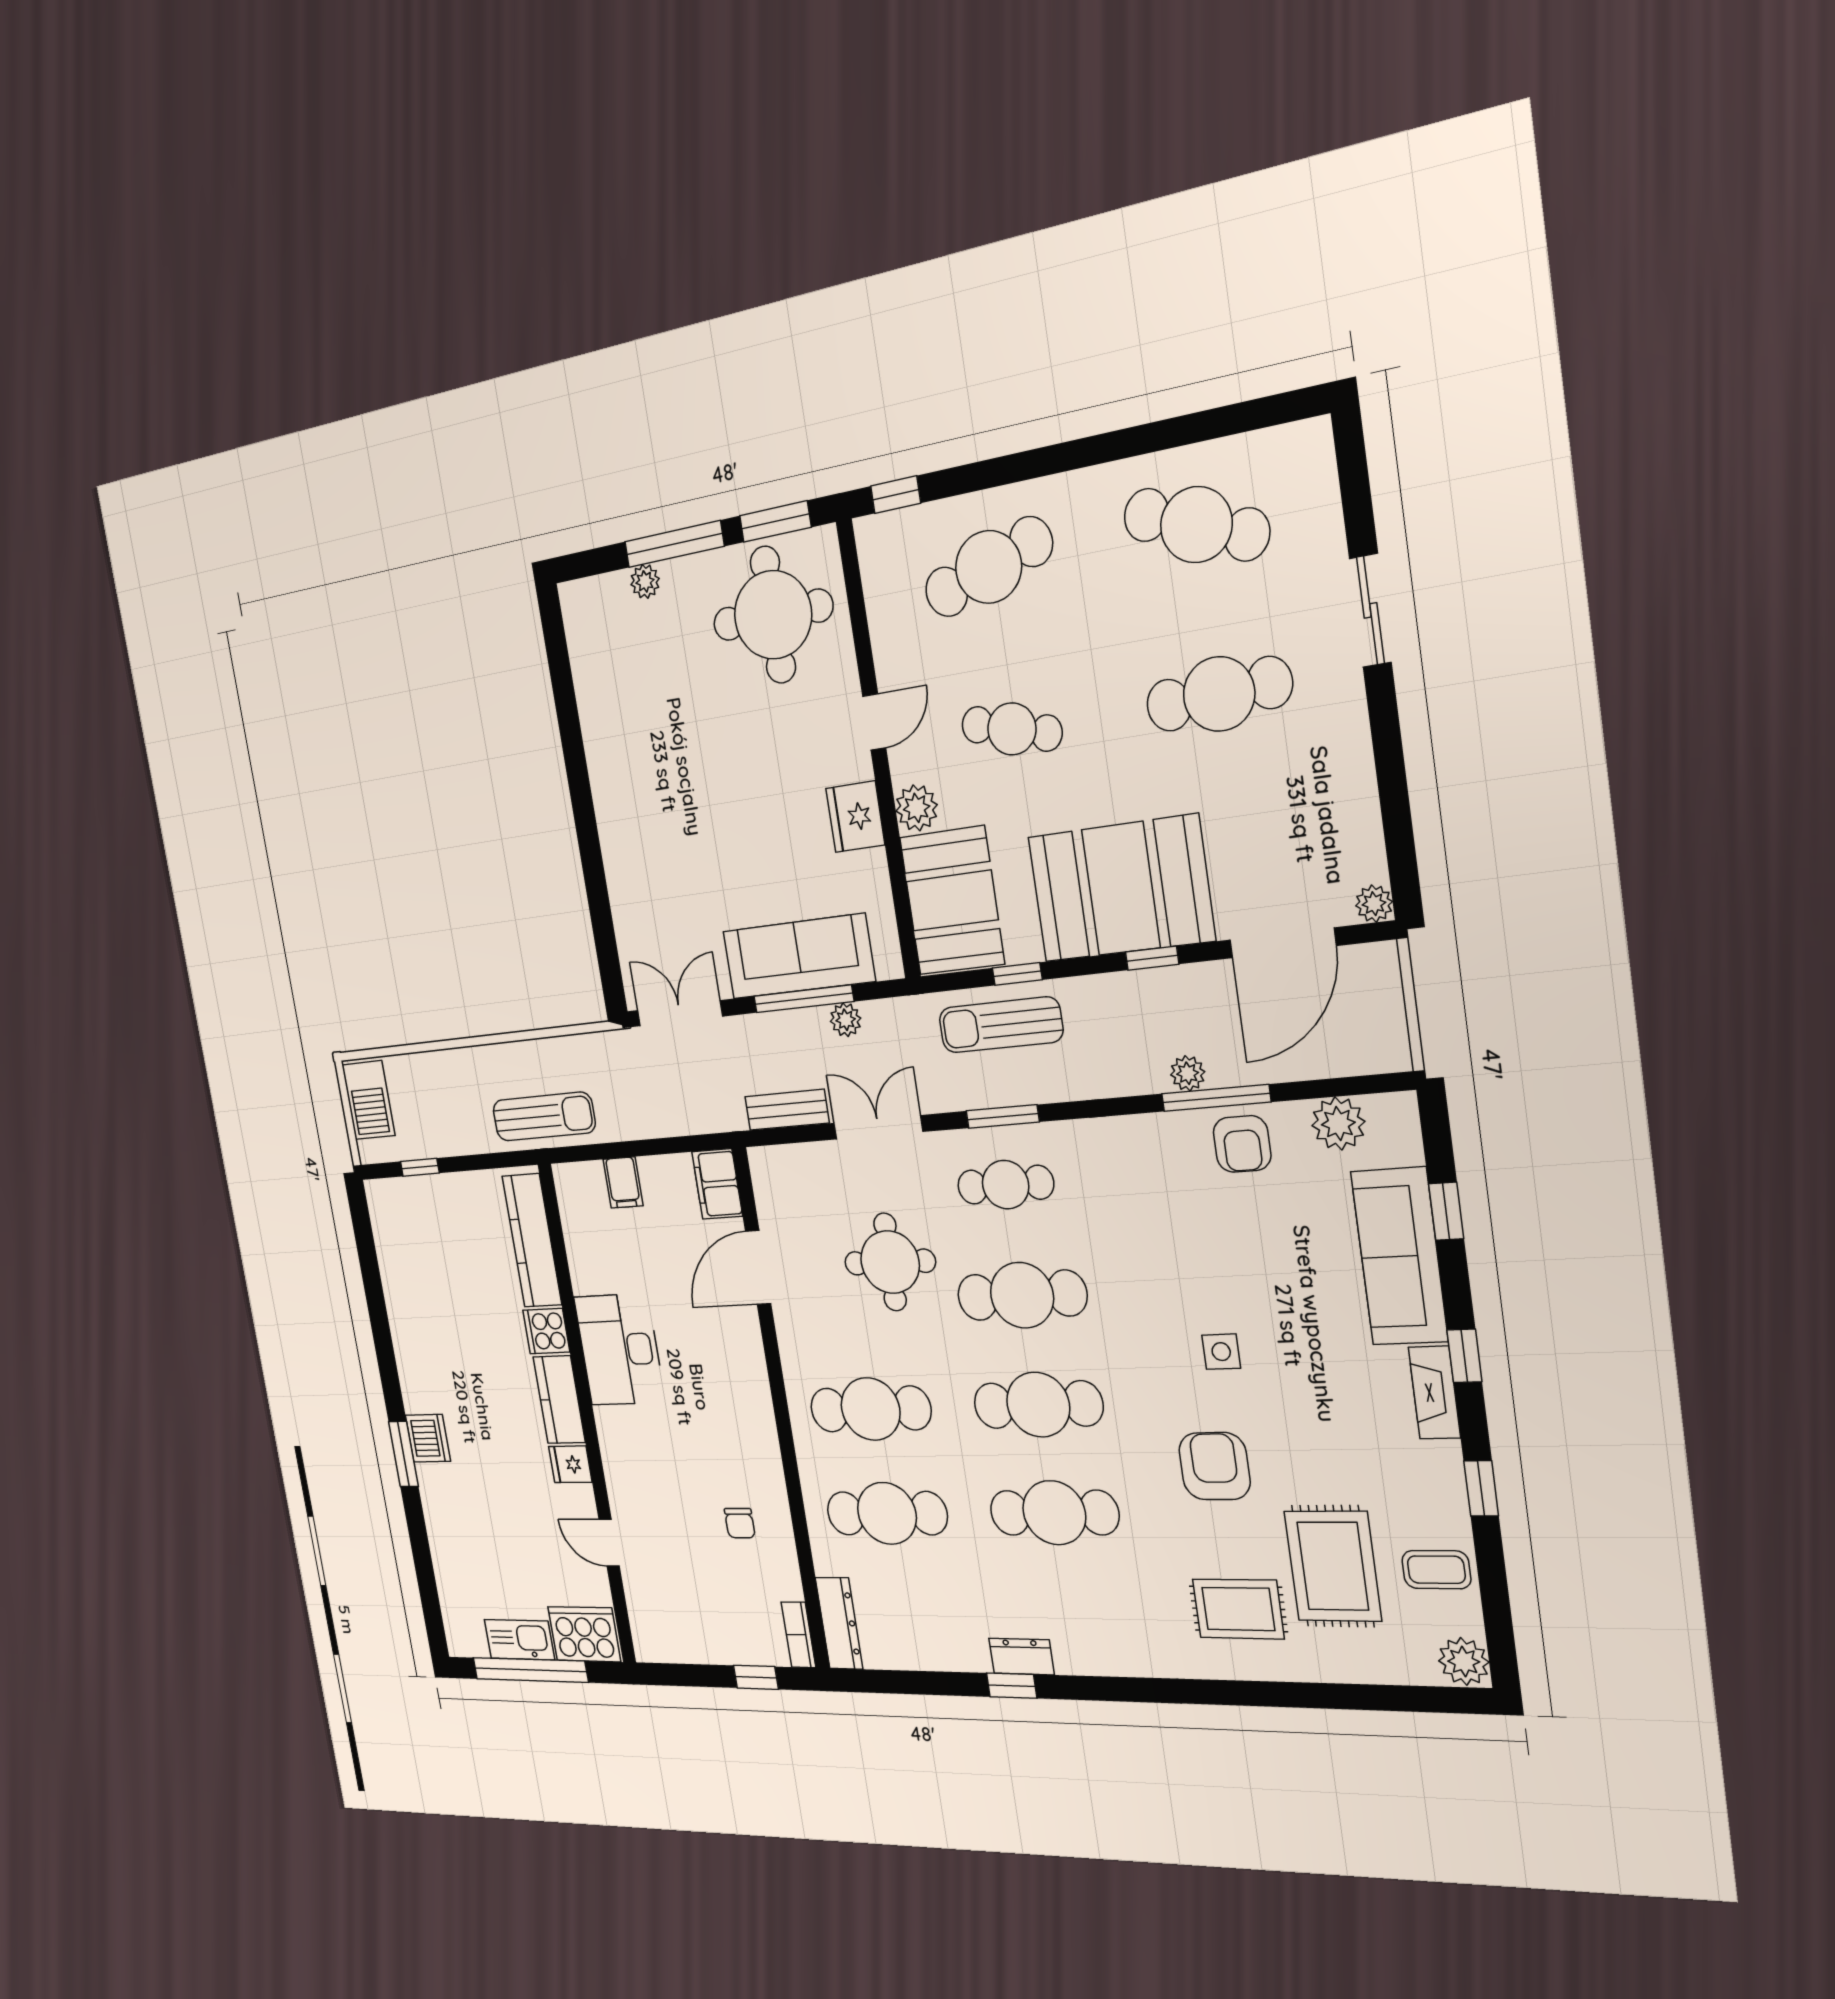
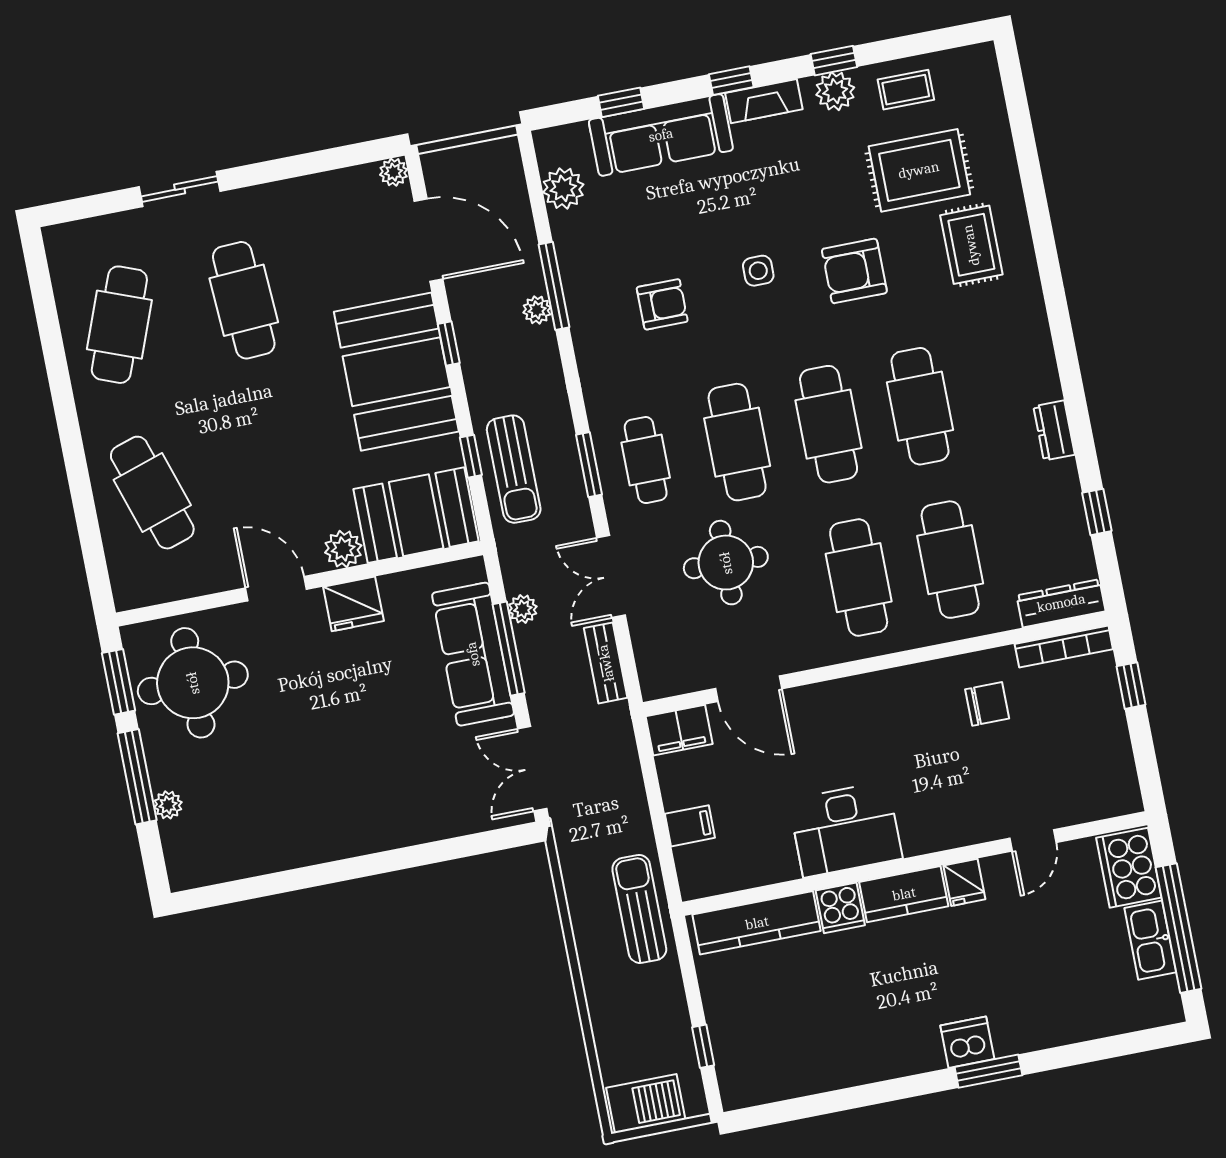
window: (896, 495) -> (97, 574), removed
door: (874, 722) -> (276, 589), width x1.38
cafe table: (1012, 729) -> (277, 468), removed
armchair: (1242, 1144) -> (662, 304), moved
chair: (740, 1523) -> (987, 704), width x1.37, depth x1.37
coffee table: (1436, 1570) -> (906, 90), turned 90
bookcase: (798, 1635) -> (1064, 647), width x1.56
plant: (1464, 1661) -> (835, 91), moved
window: (1012, 1686) -> (1097, 512), moved

